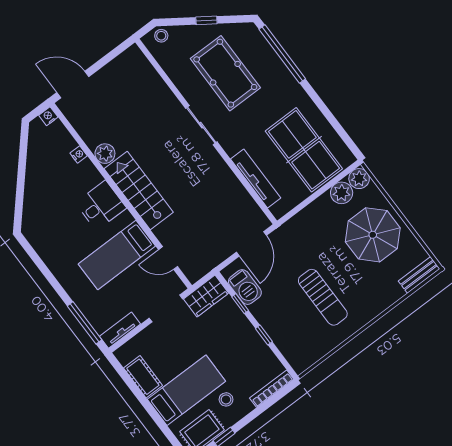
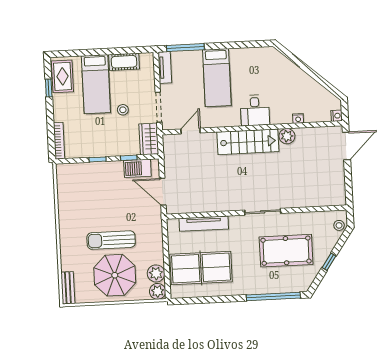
bed: (117, 255) -> (217, 78), moved, turned 180
sun lounger: (323, 297) -> (111, 240), moved
stool: (226, 399) -> (123, 110), moved

